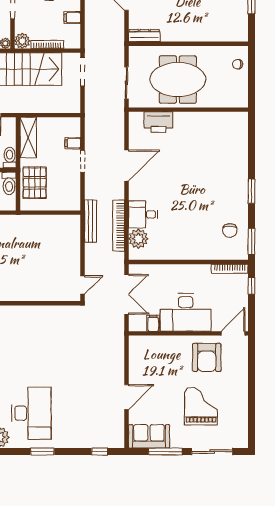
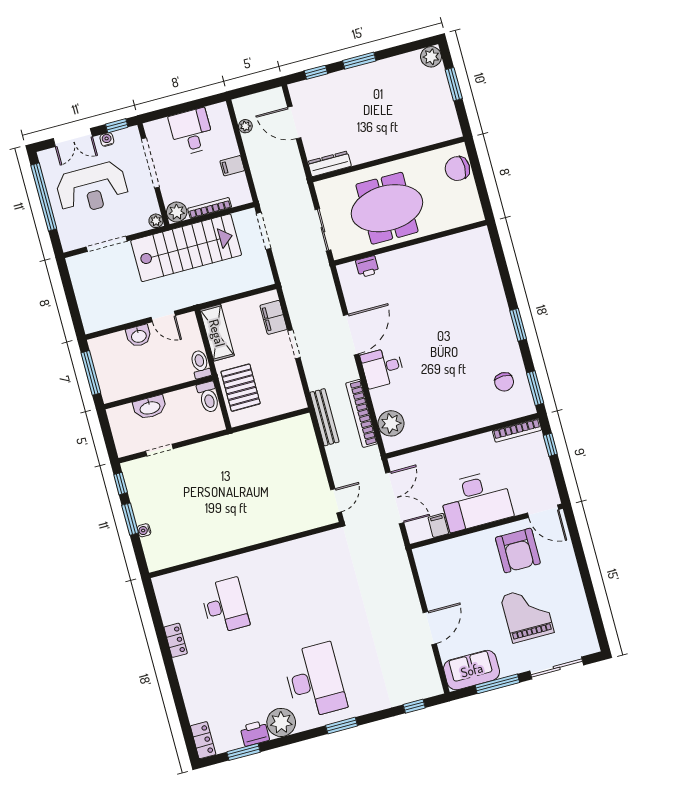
chair: (238, 64) -> (457, 169), width x1.87, depth x1.87
printer: (159, 122) -> (367, 267), width x0.53, depth x0.68
filing cabinet: (73, 143) -> (273, 317), width x2.00
desk: (143, 214) -> (382, 367), moved
door: (233, 333) -> (543, 511), swing flipped

